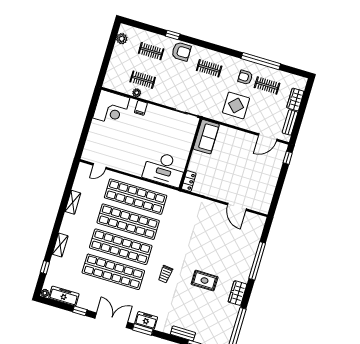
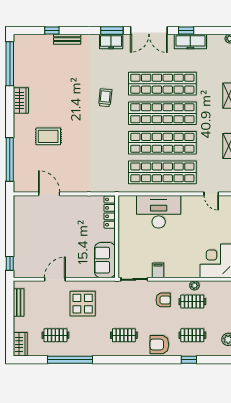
window: (173, 35) -> (189, 360), moved
armchair: (245, 77) -> (163, 300), moved
wardrobe: (295, 99) -> (20, 344), moved
filing cabinet: (141, 108) -> (158, 270), moved
door: (268, 137) -> (55, 279), moved
door: (100, 166) -> (211, 194), swing flipped
desk: (164, 169) -> (159, 212), moved
locker: (189, 181) -> (110, 212), width x1.53
window: (257, 261) -> (10, 160), moved
rug: (205, 281) -> (48, 136), moved
freezer: (64, 296) -> (190, 41), moved

